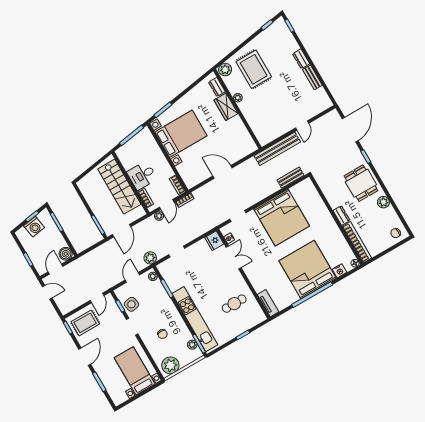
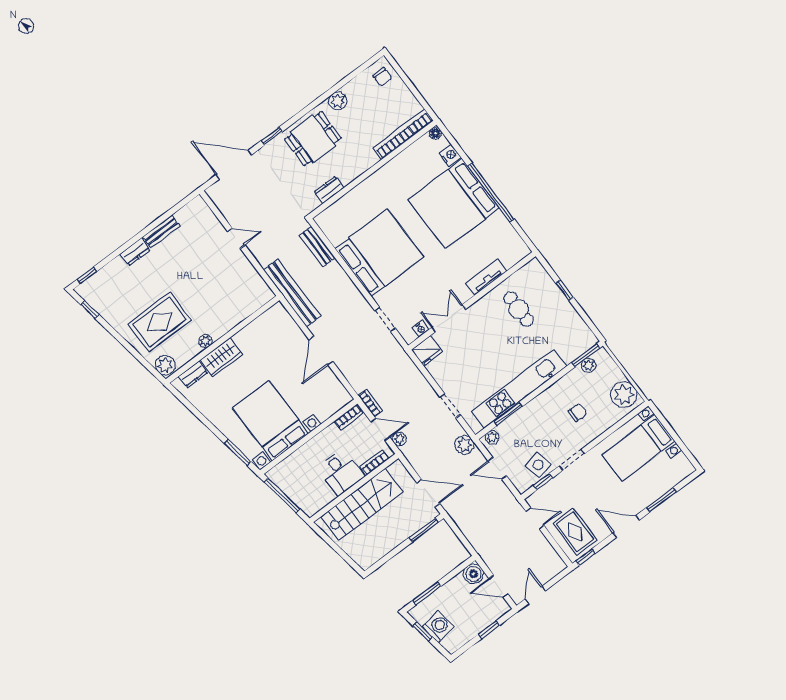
bench: (277, 149) -> (292, 293), moved
dresser: (341, 215) -> (329, 190), moved
tv unit: (268, 303) -> (486, 277), moved
kitchen unit: (195, 319) -> (519, 389), moved

